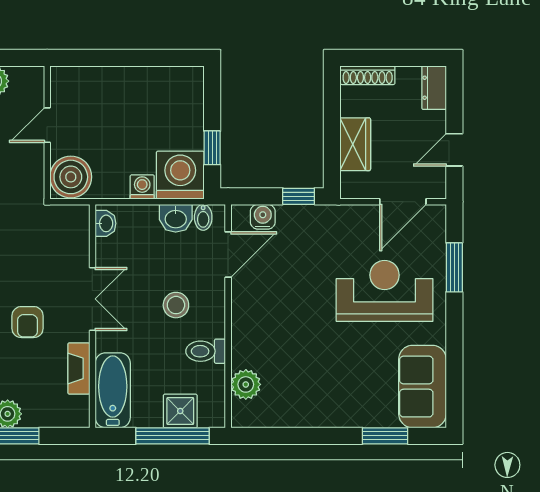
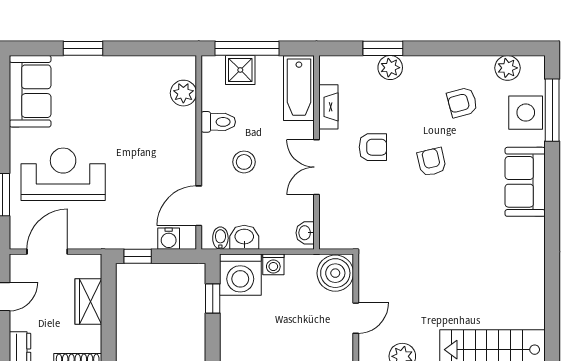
reception desk: (385, 291) -> (63, 174), turned 180
armchair: (28, 322) -> (373, 147), turned 90
window: (385, 436) -> (83, 48), moved

